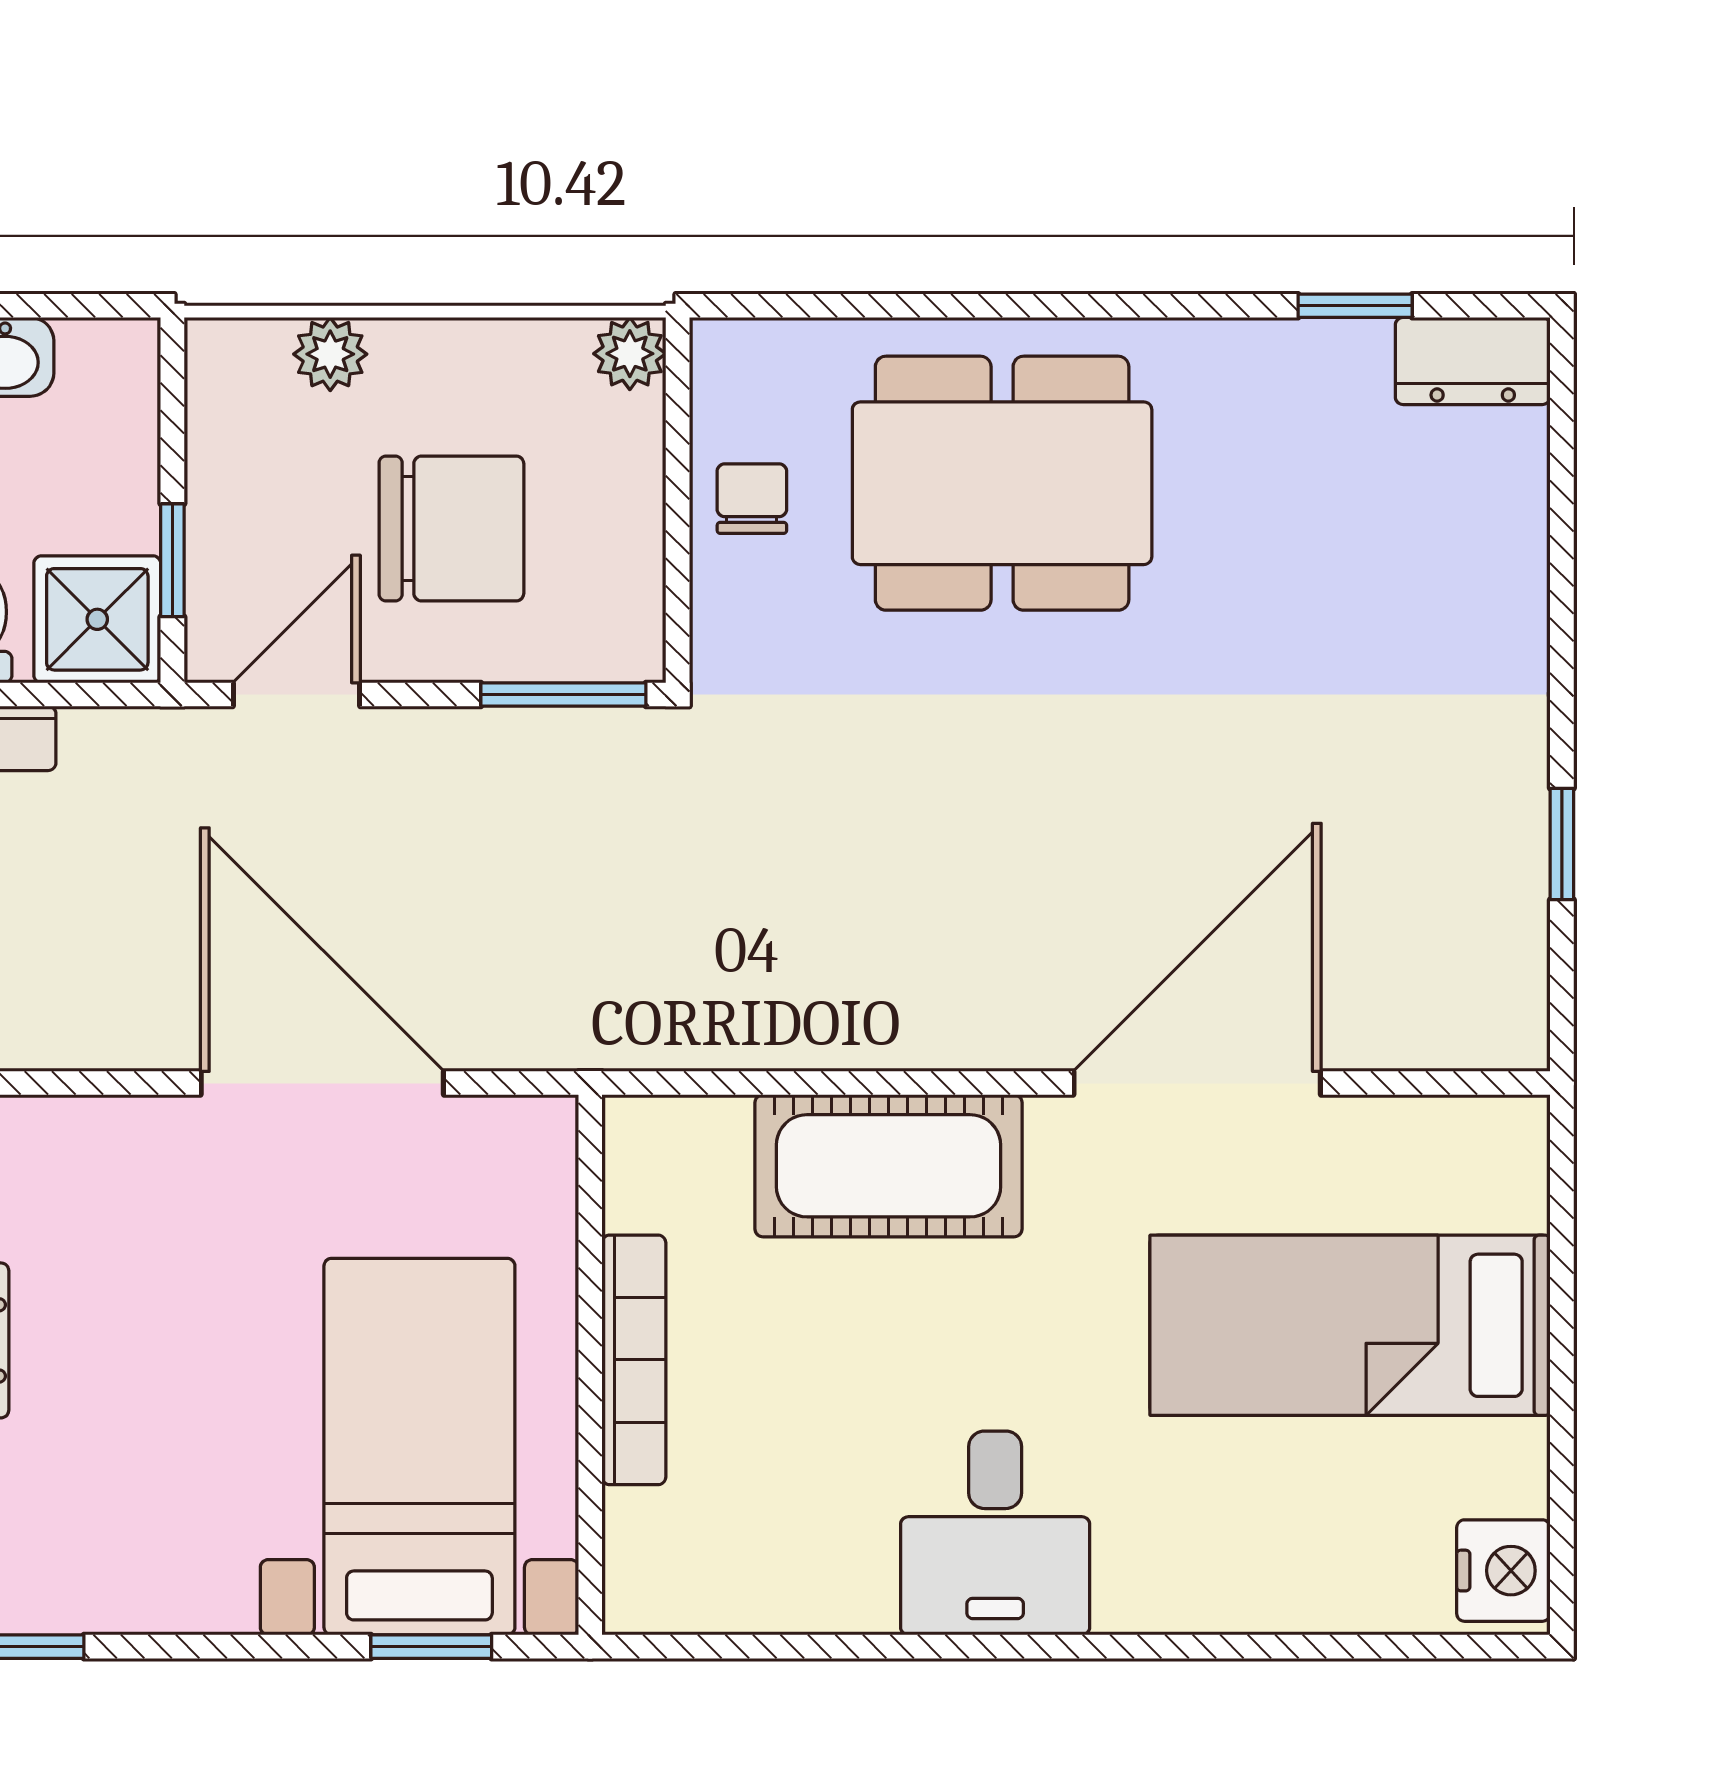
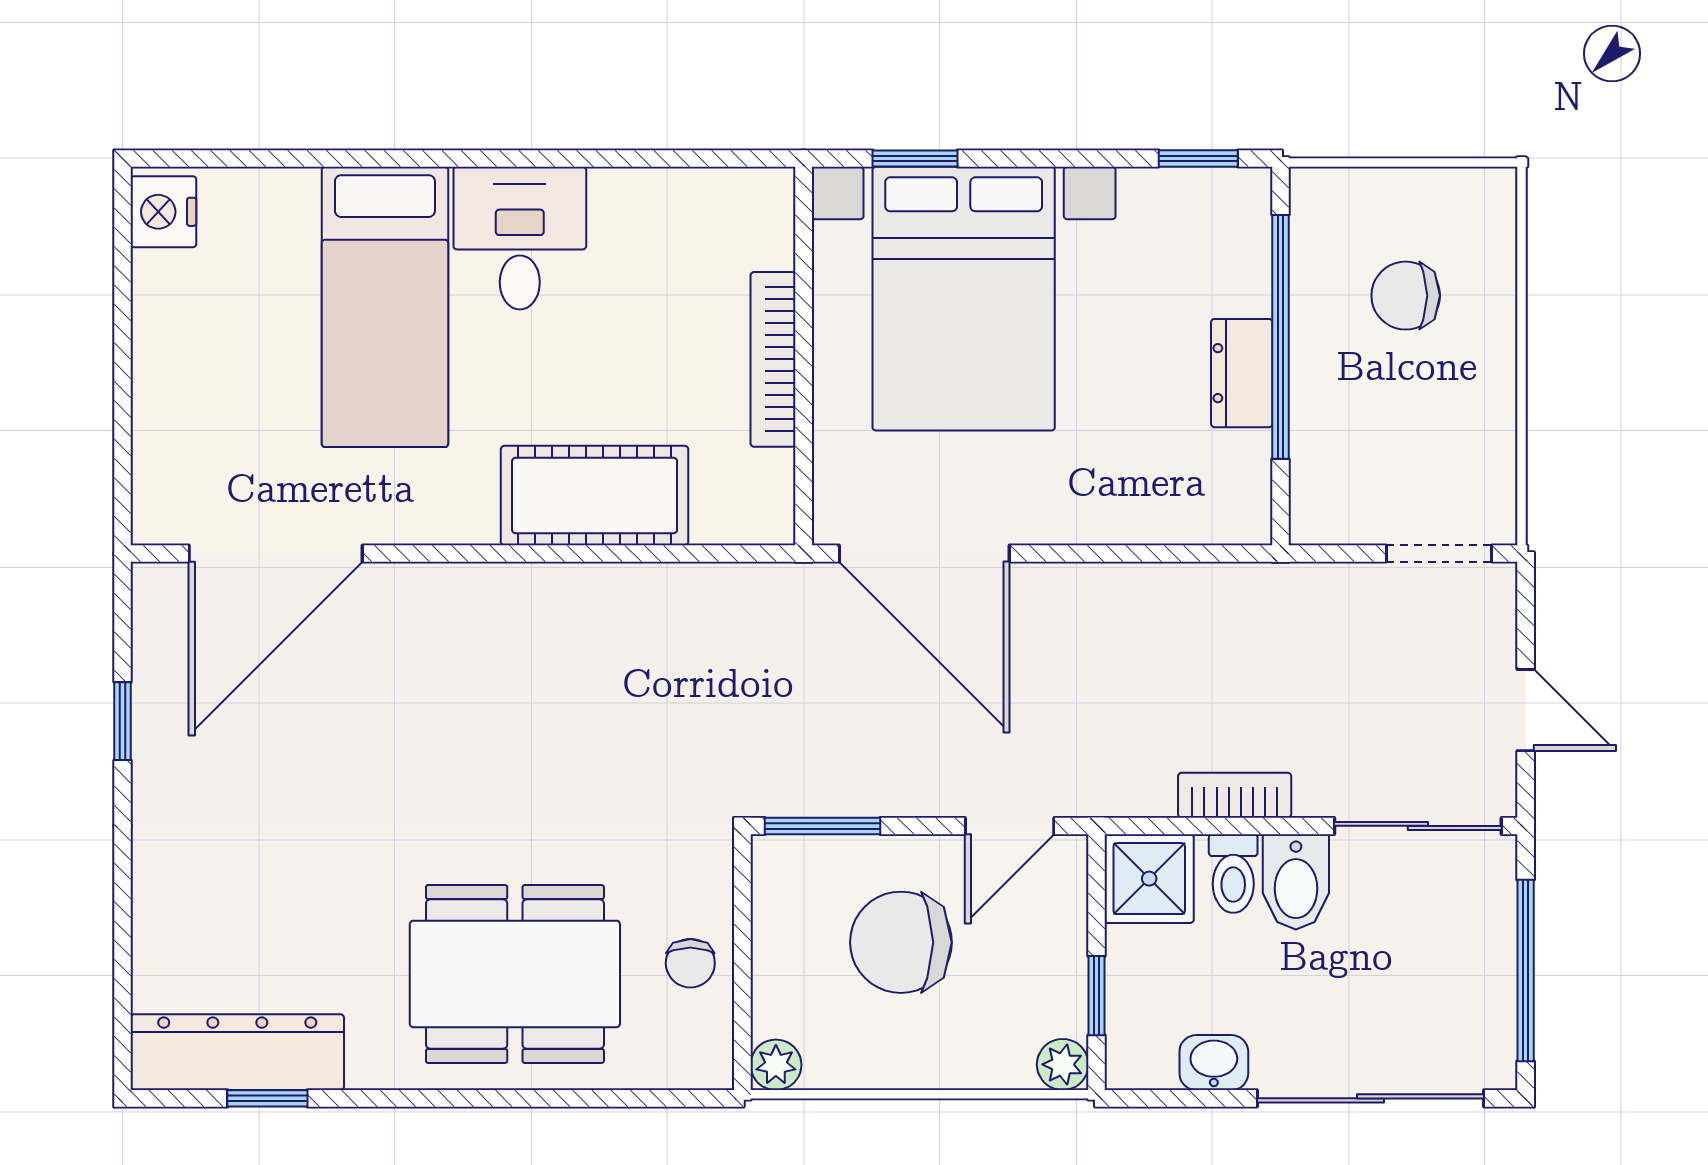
plant: (330, 354) -> (1063, 1064), moved
dresser: (1473, 361) -> (237, 1052), width x1.96, depth x1.24
window: (172, 560) -> (1097, 996), moved
door: (322, 1083) -> (924, 553), moved
door: (1197, 1083) -> (276, 553), moved
bed: (1350, 1325) -> (385, 307), moved, turned 90
bed with nightstands: (419, 1447) -> (964, 299), width x1.36

